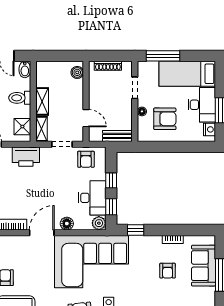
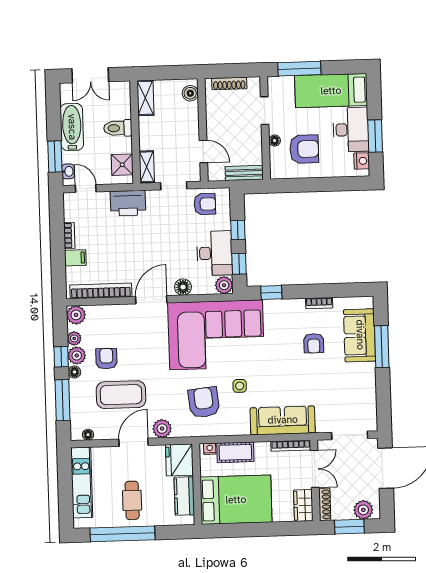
bidet: (25, 69) -> (123, 92), removed
shelving: (42, 101) -> (145, 98), moved
armchair: (86, 159) -> (205, 204), turned -90

